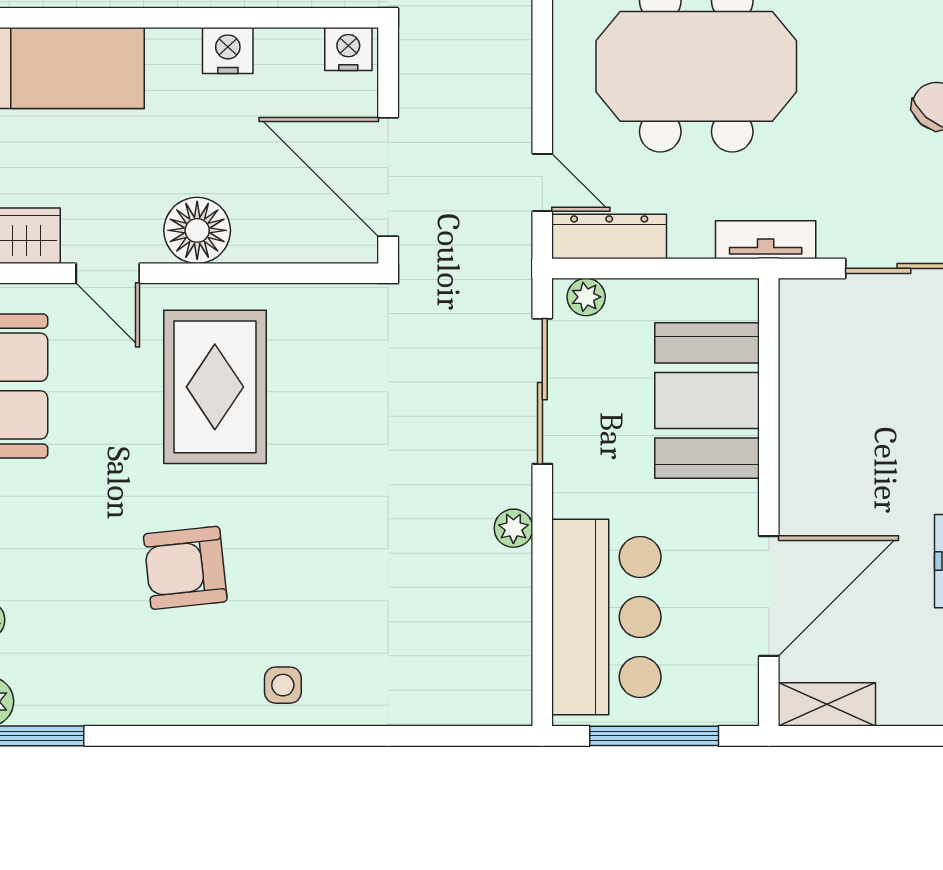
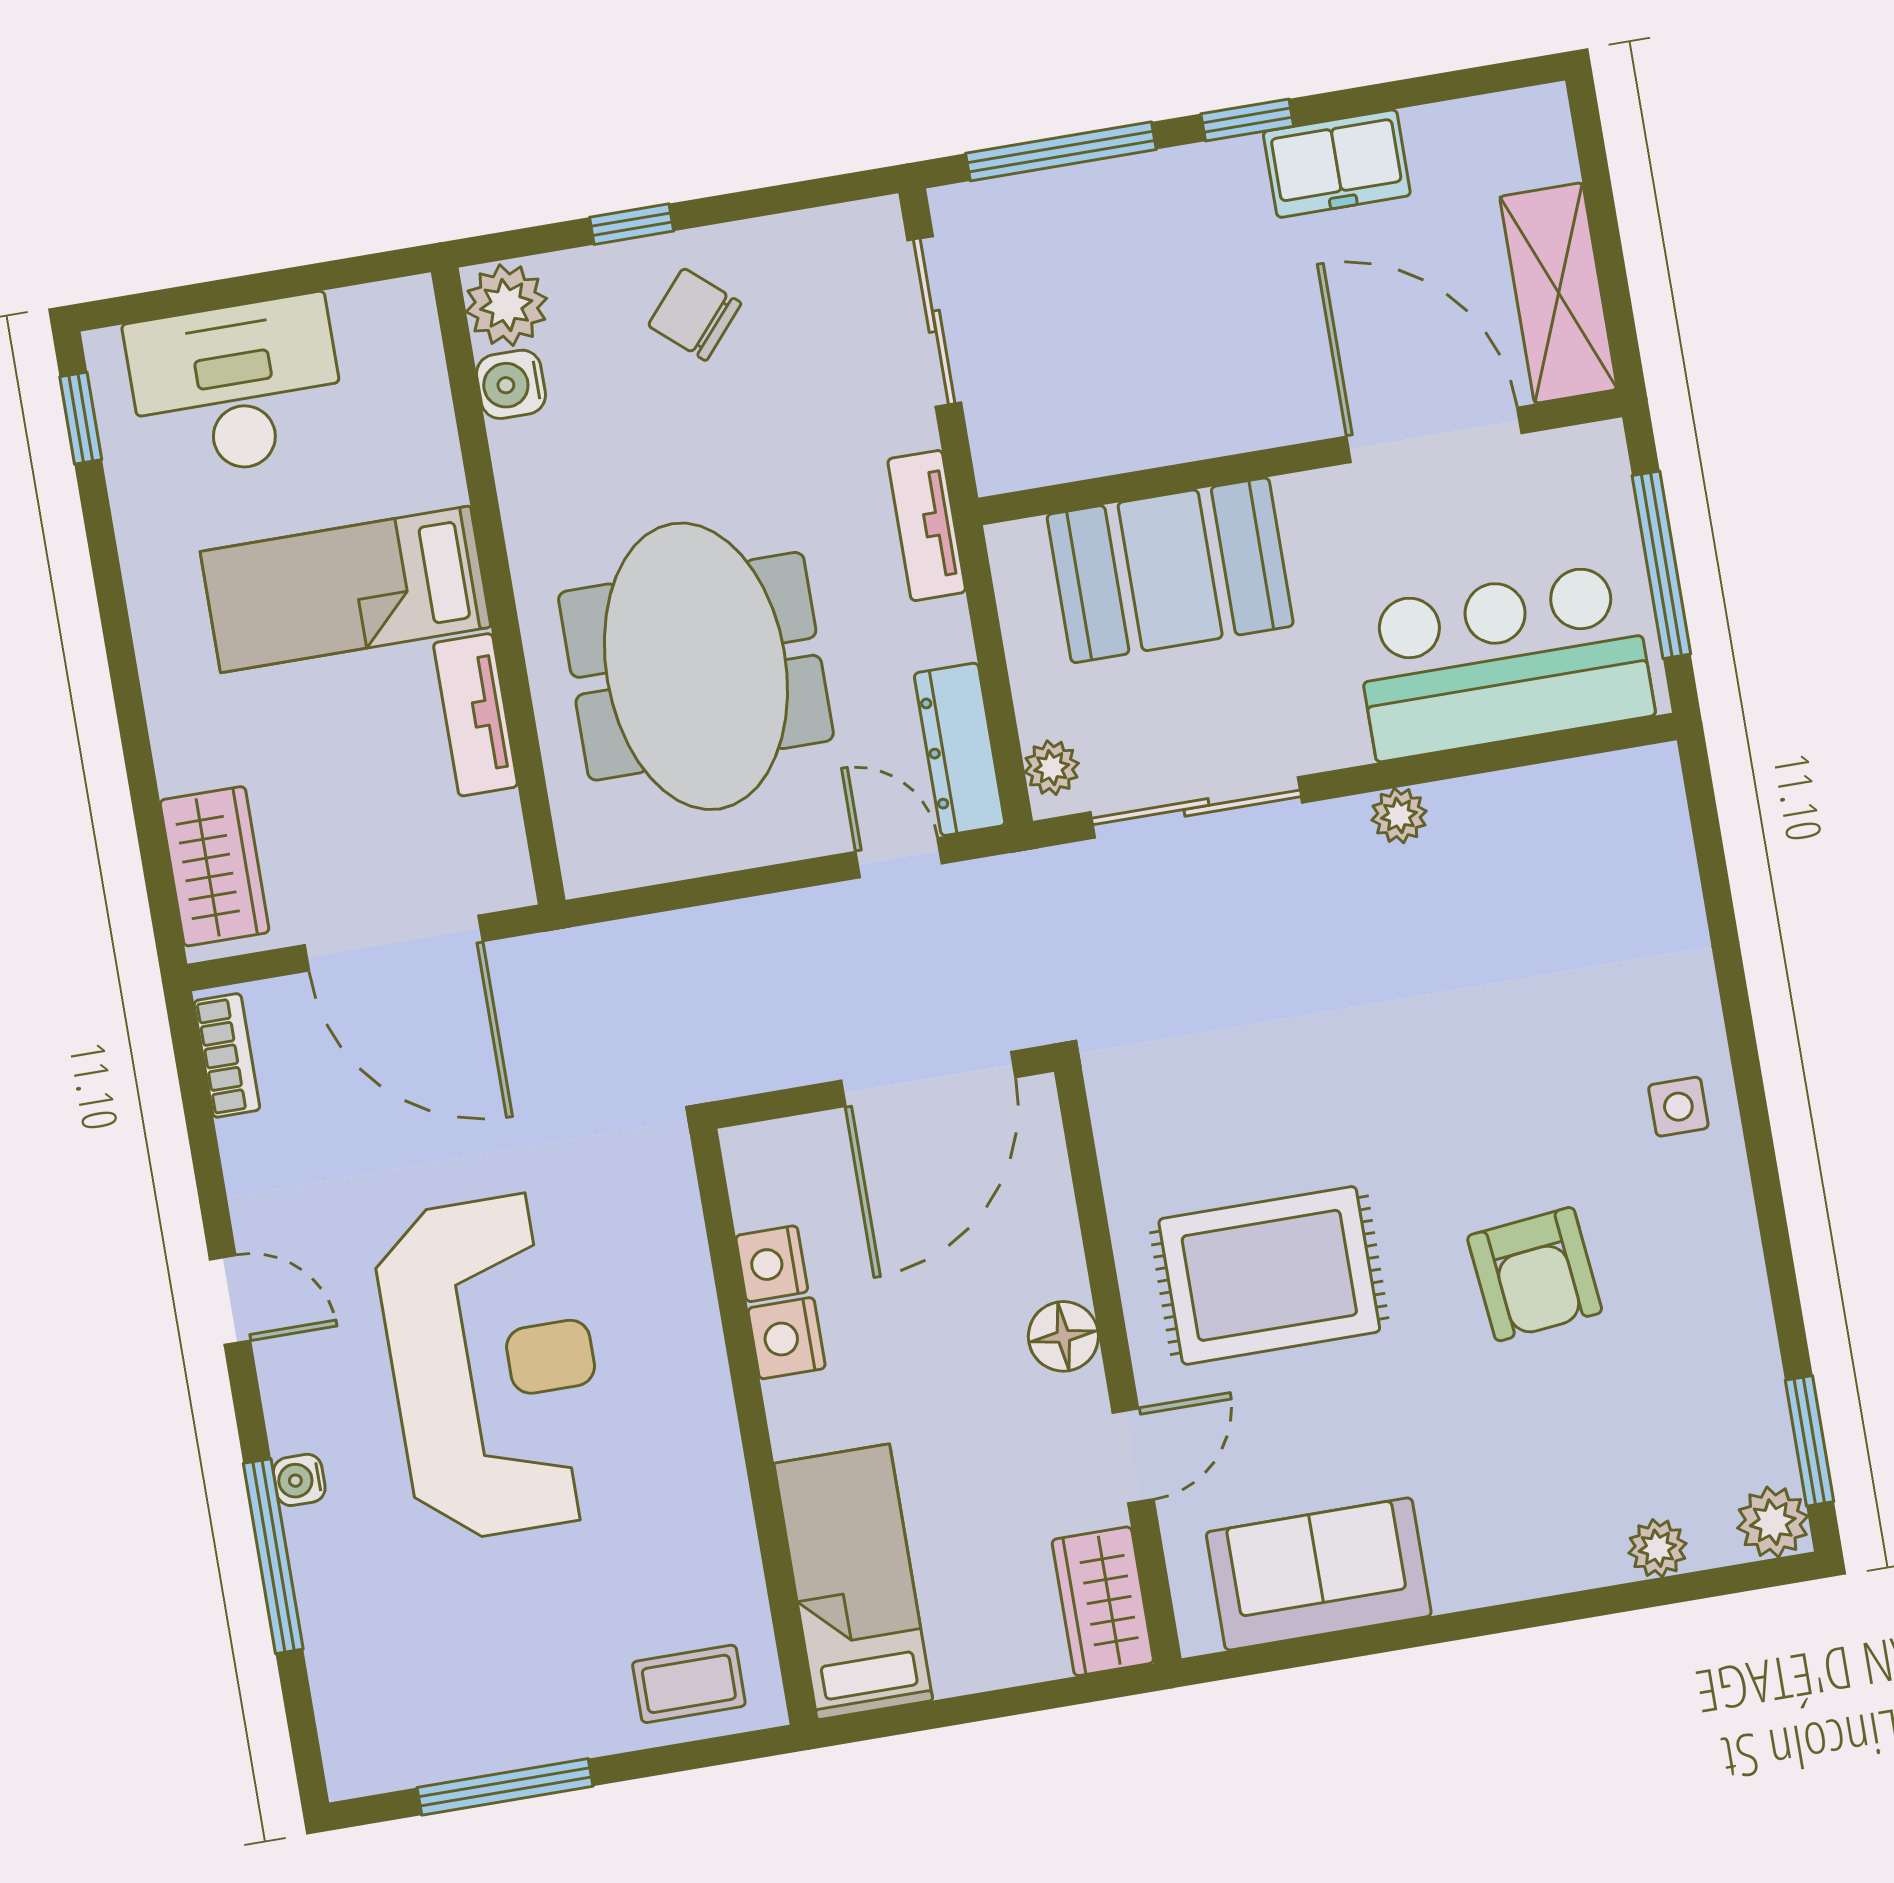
nightstand: (348, 49) -> (772, 1264), moved
door: (542, 182) -> (899, 858), hinge flipped
floor lamp: (197, 230) -> (1063, 1336), width x0.73, depth x0.73
shelving: (827, 704) -> (1558, 293), width x1.50, depth x1.33

